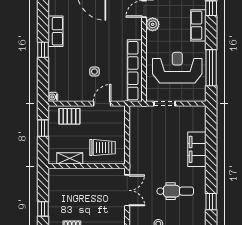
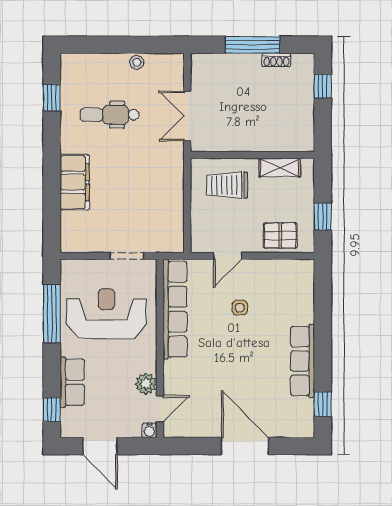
row of seats: (56, 31) -> (303, 361), width x1.48
window: (43, 50) -> (323, 404), moved
reception desk: (177, 68) -> (106, 314), turned 180
water cooler: (53, 97) -> (307, 267), removed

